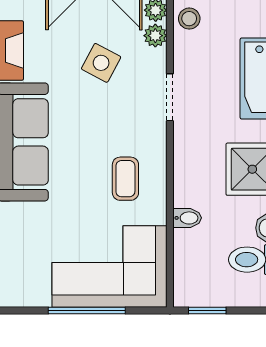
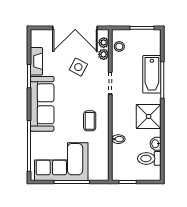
corner sofa: (109, 267) -> (61, 162), moved

